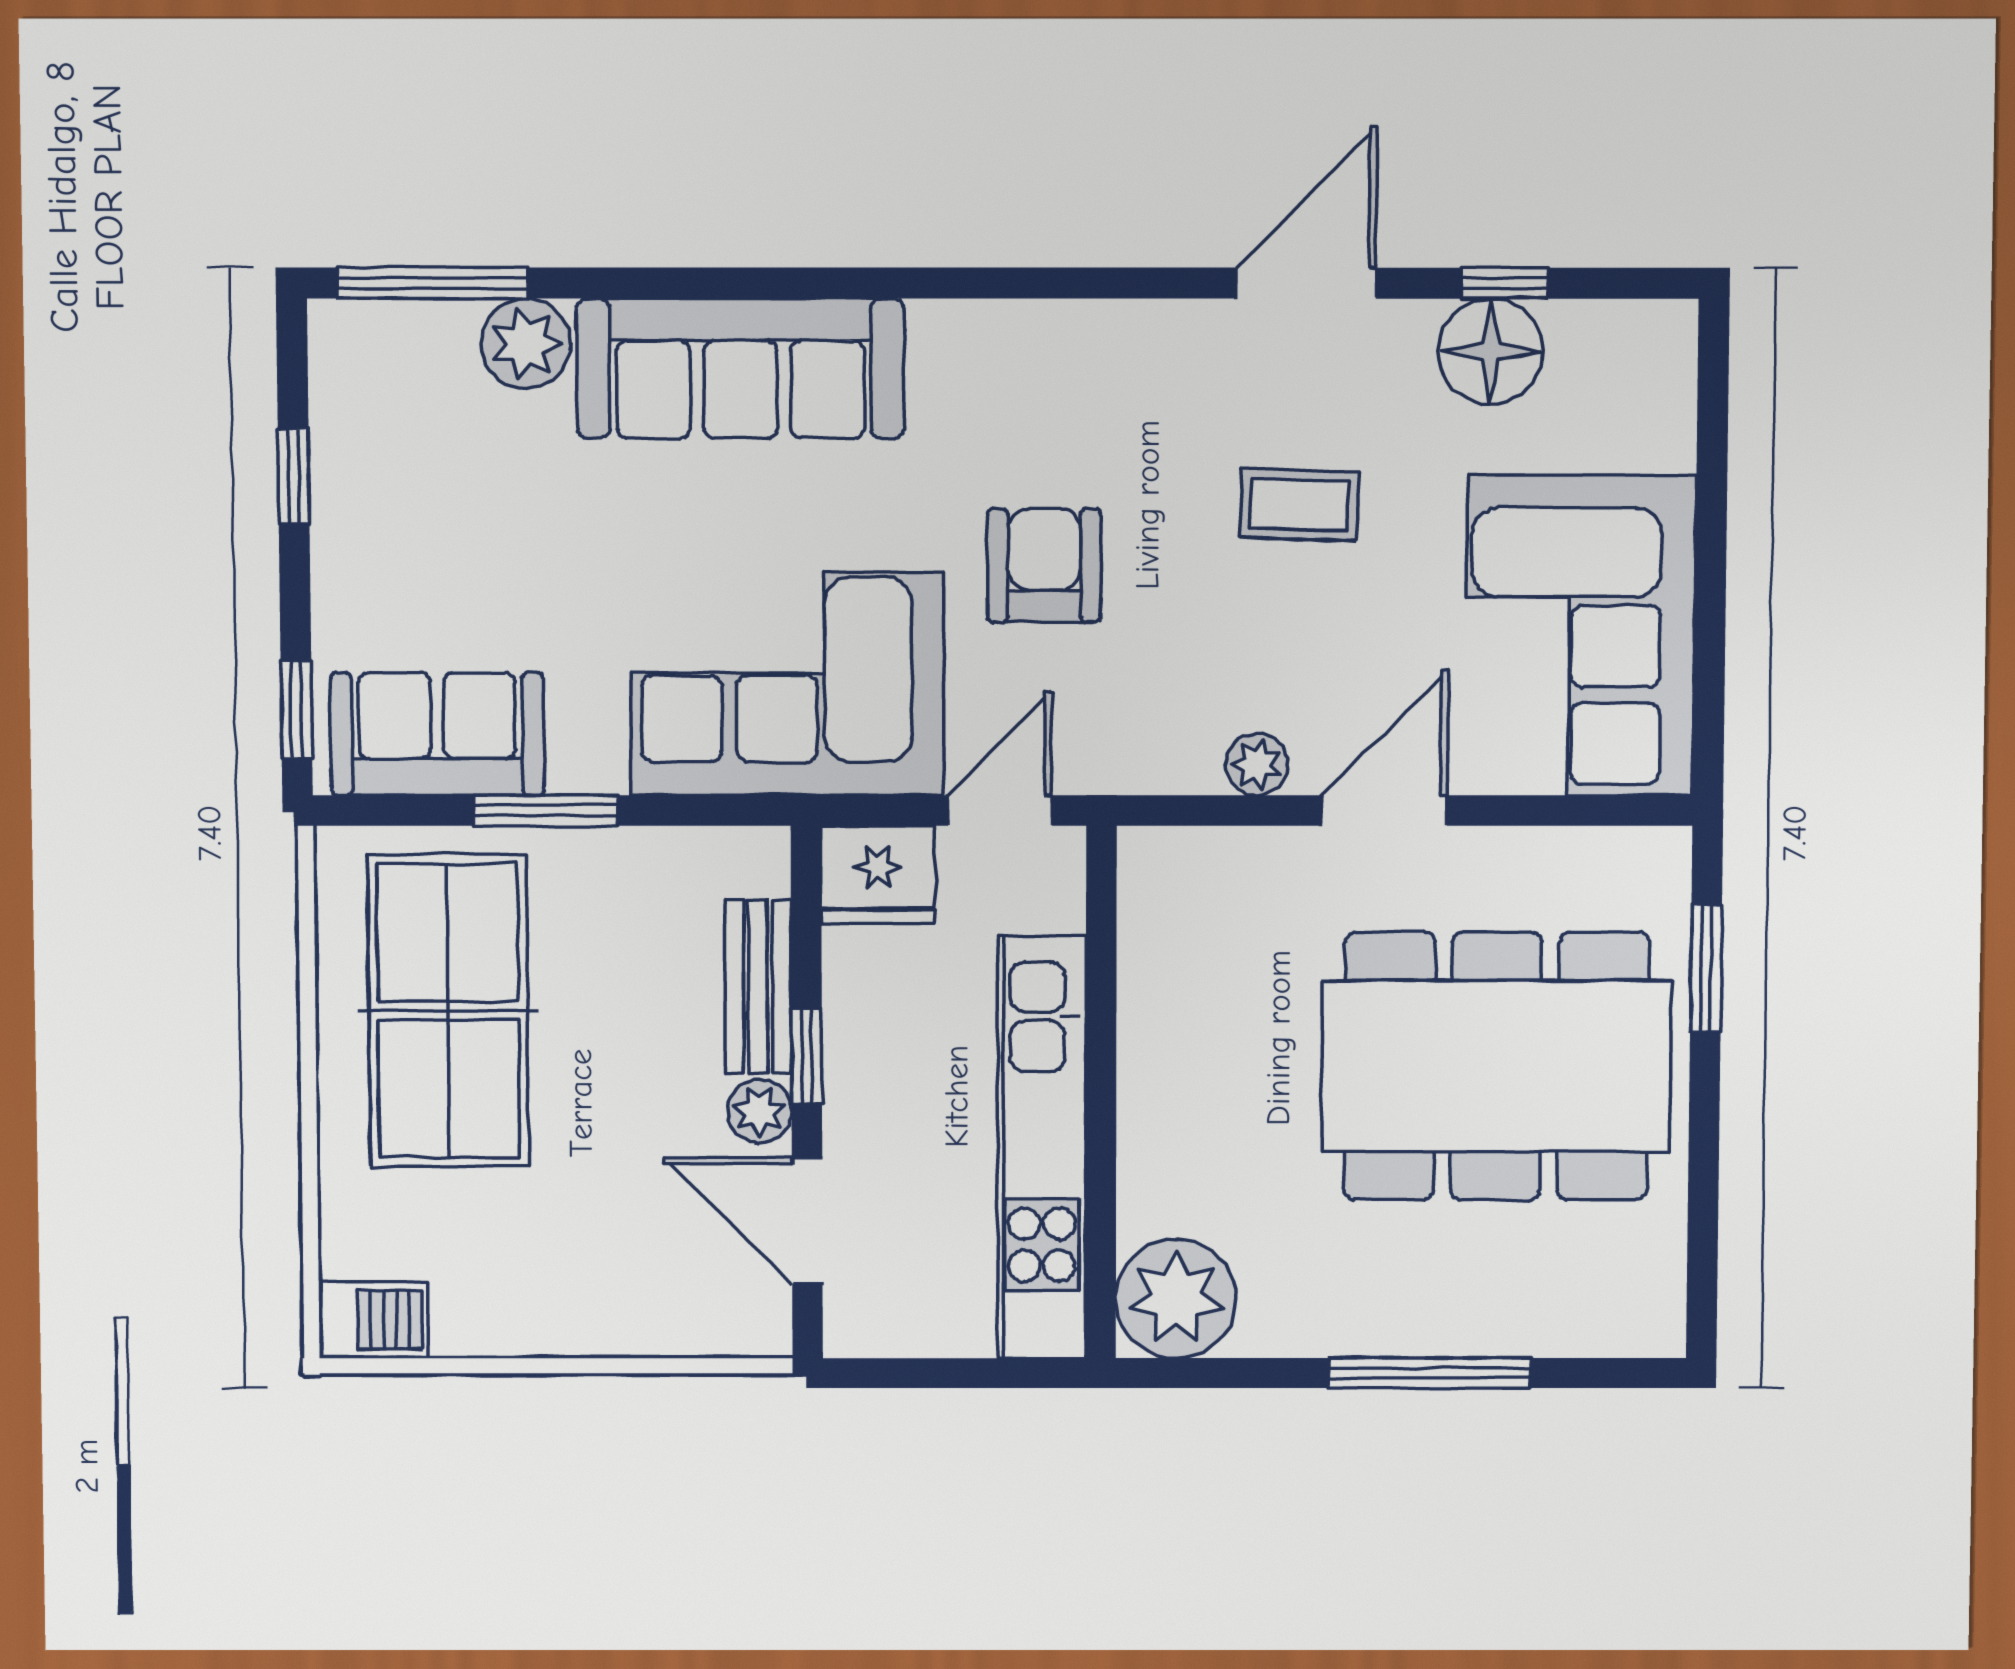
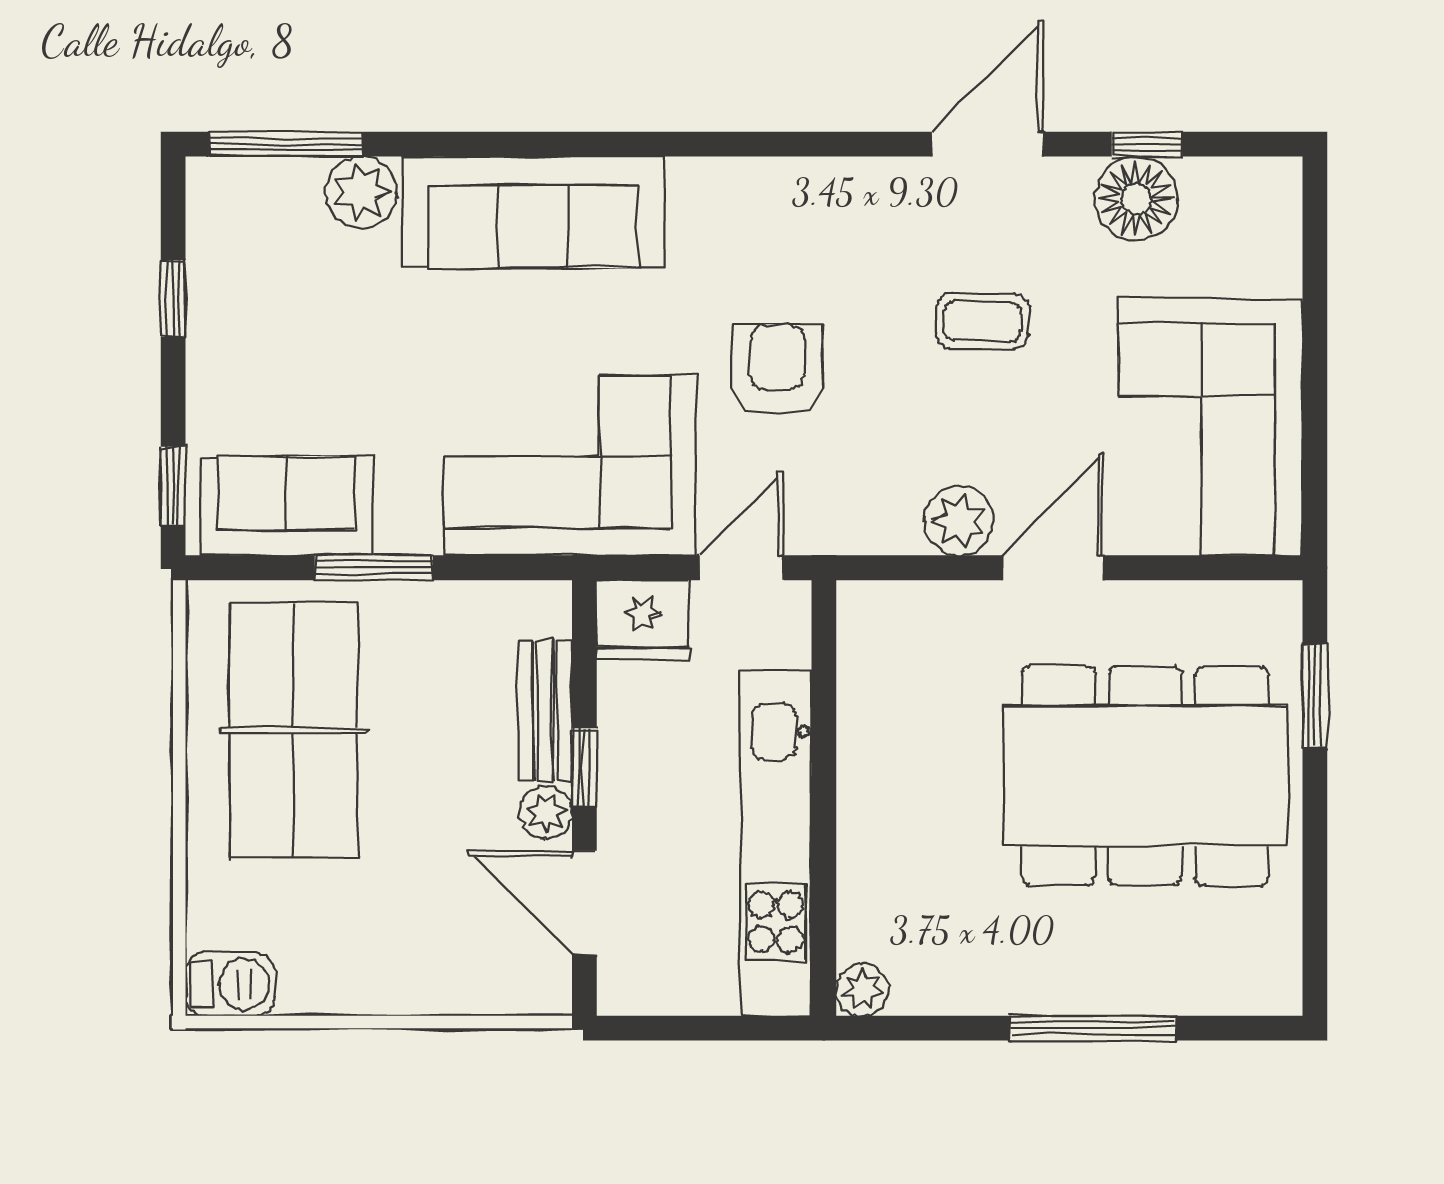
plant: (1257, 764) -> (959, 521), width x1.38, depth x1.38
plant: (1176, 1299) -> (862, 990), width x0.53, depth x0.53

